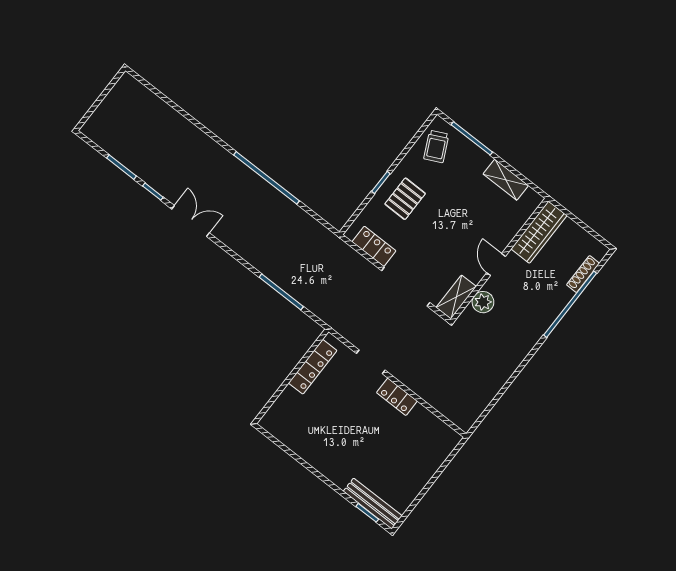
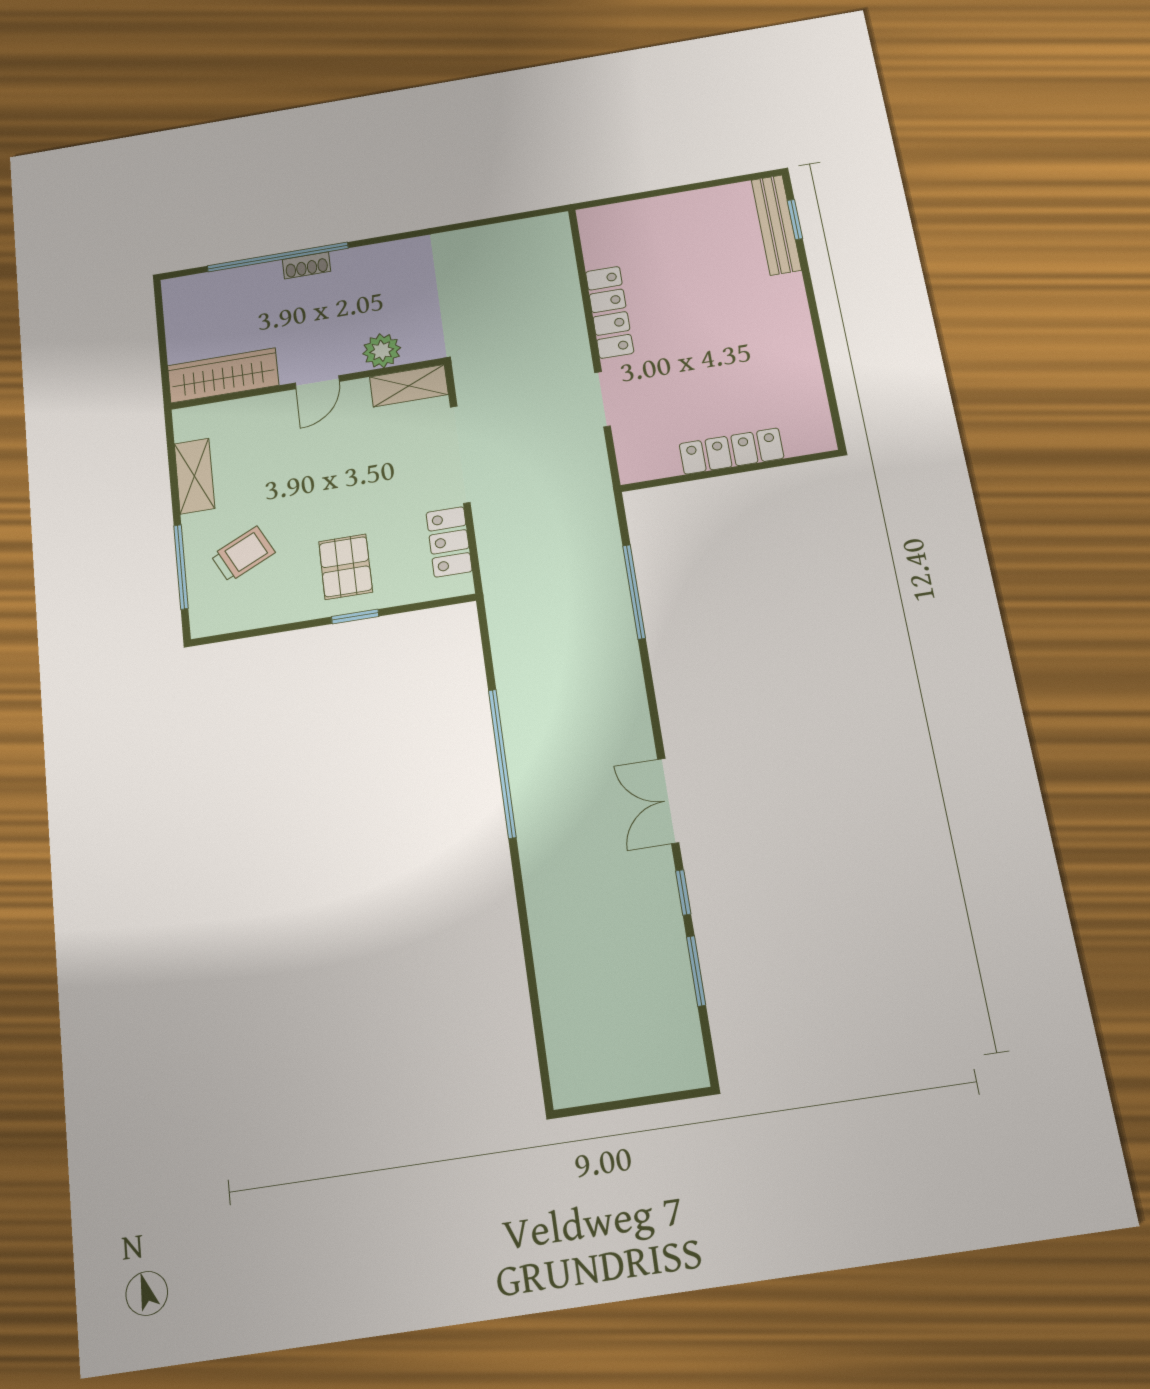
trolley: (436, 147) -> (243, 554), moved
pallet: (405, 199) -> (346, 567), turned 90
shoe rack: (583, 274) -> (306, 265), moved, width x0.70
locker: (313, 367) -> (731, 451), moved
locker: (397, 397) -> (610, 312), width x1.53

